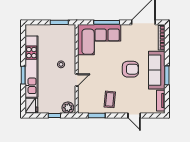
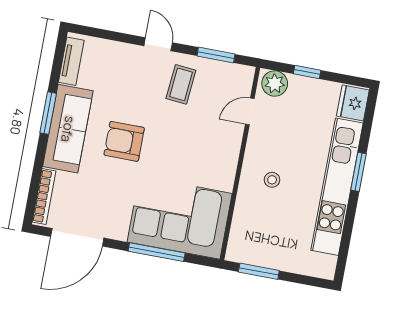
door: (77, 80) -> (250, 111), moved
door: (134, 115) -> (158, 44), moved

